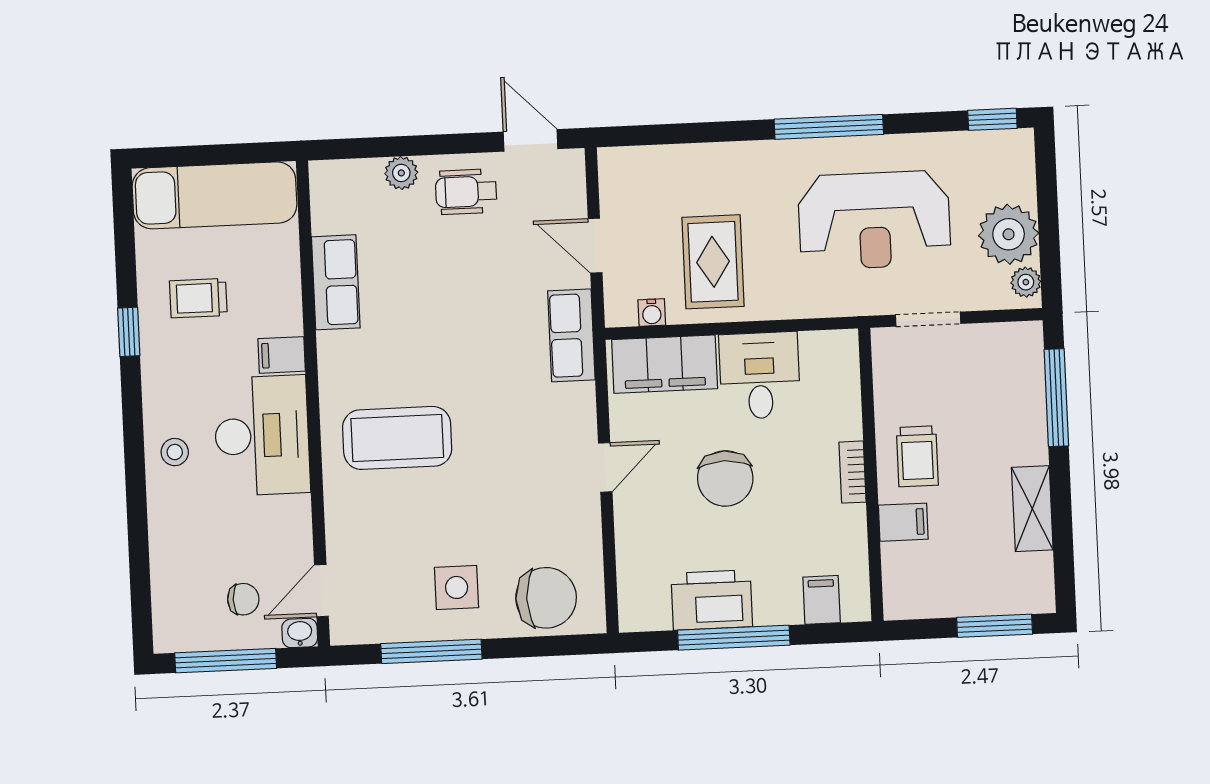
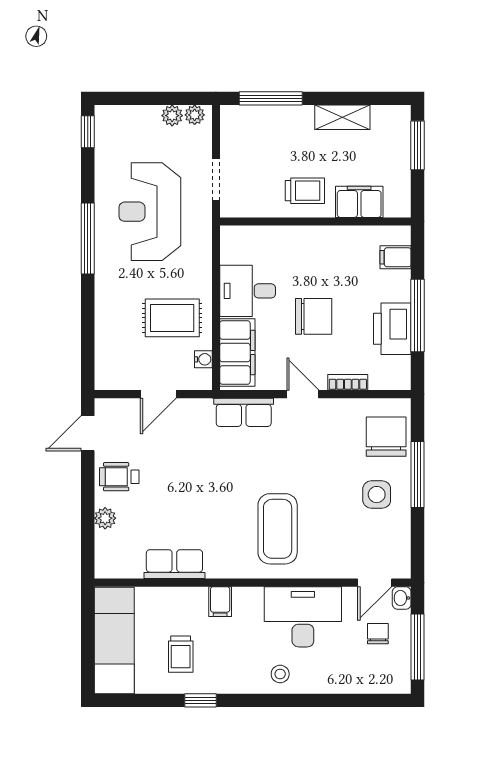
wheelchair: (466, 192) -> (119, 477), turned 90
reception desk: (874, 220) -> (150, 212), turned 180
plant: (1009, 234) -> (172, 116), width x0.53, depth x0.53
row of seats: (571, 335) -> (244, 412), moved
desk: (262, 436) -> (303, 617), moved
bookcase: (852, 472) -> (348, 382), moved, turned 180
filing cabinet: (903, 522) -> (359, 202), width x2.00
door: (321, 591) -> (375, 583), hinge flipped
window: (431, 651) -> (417, 474), moved

